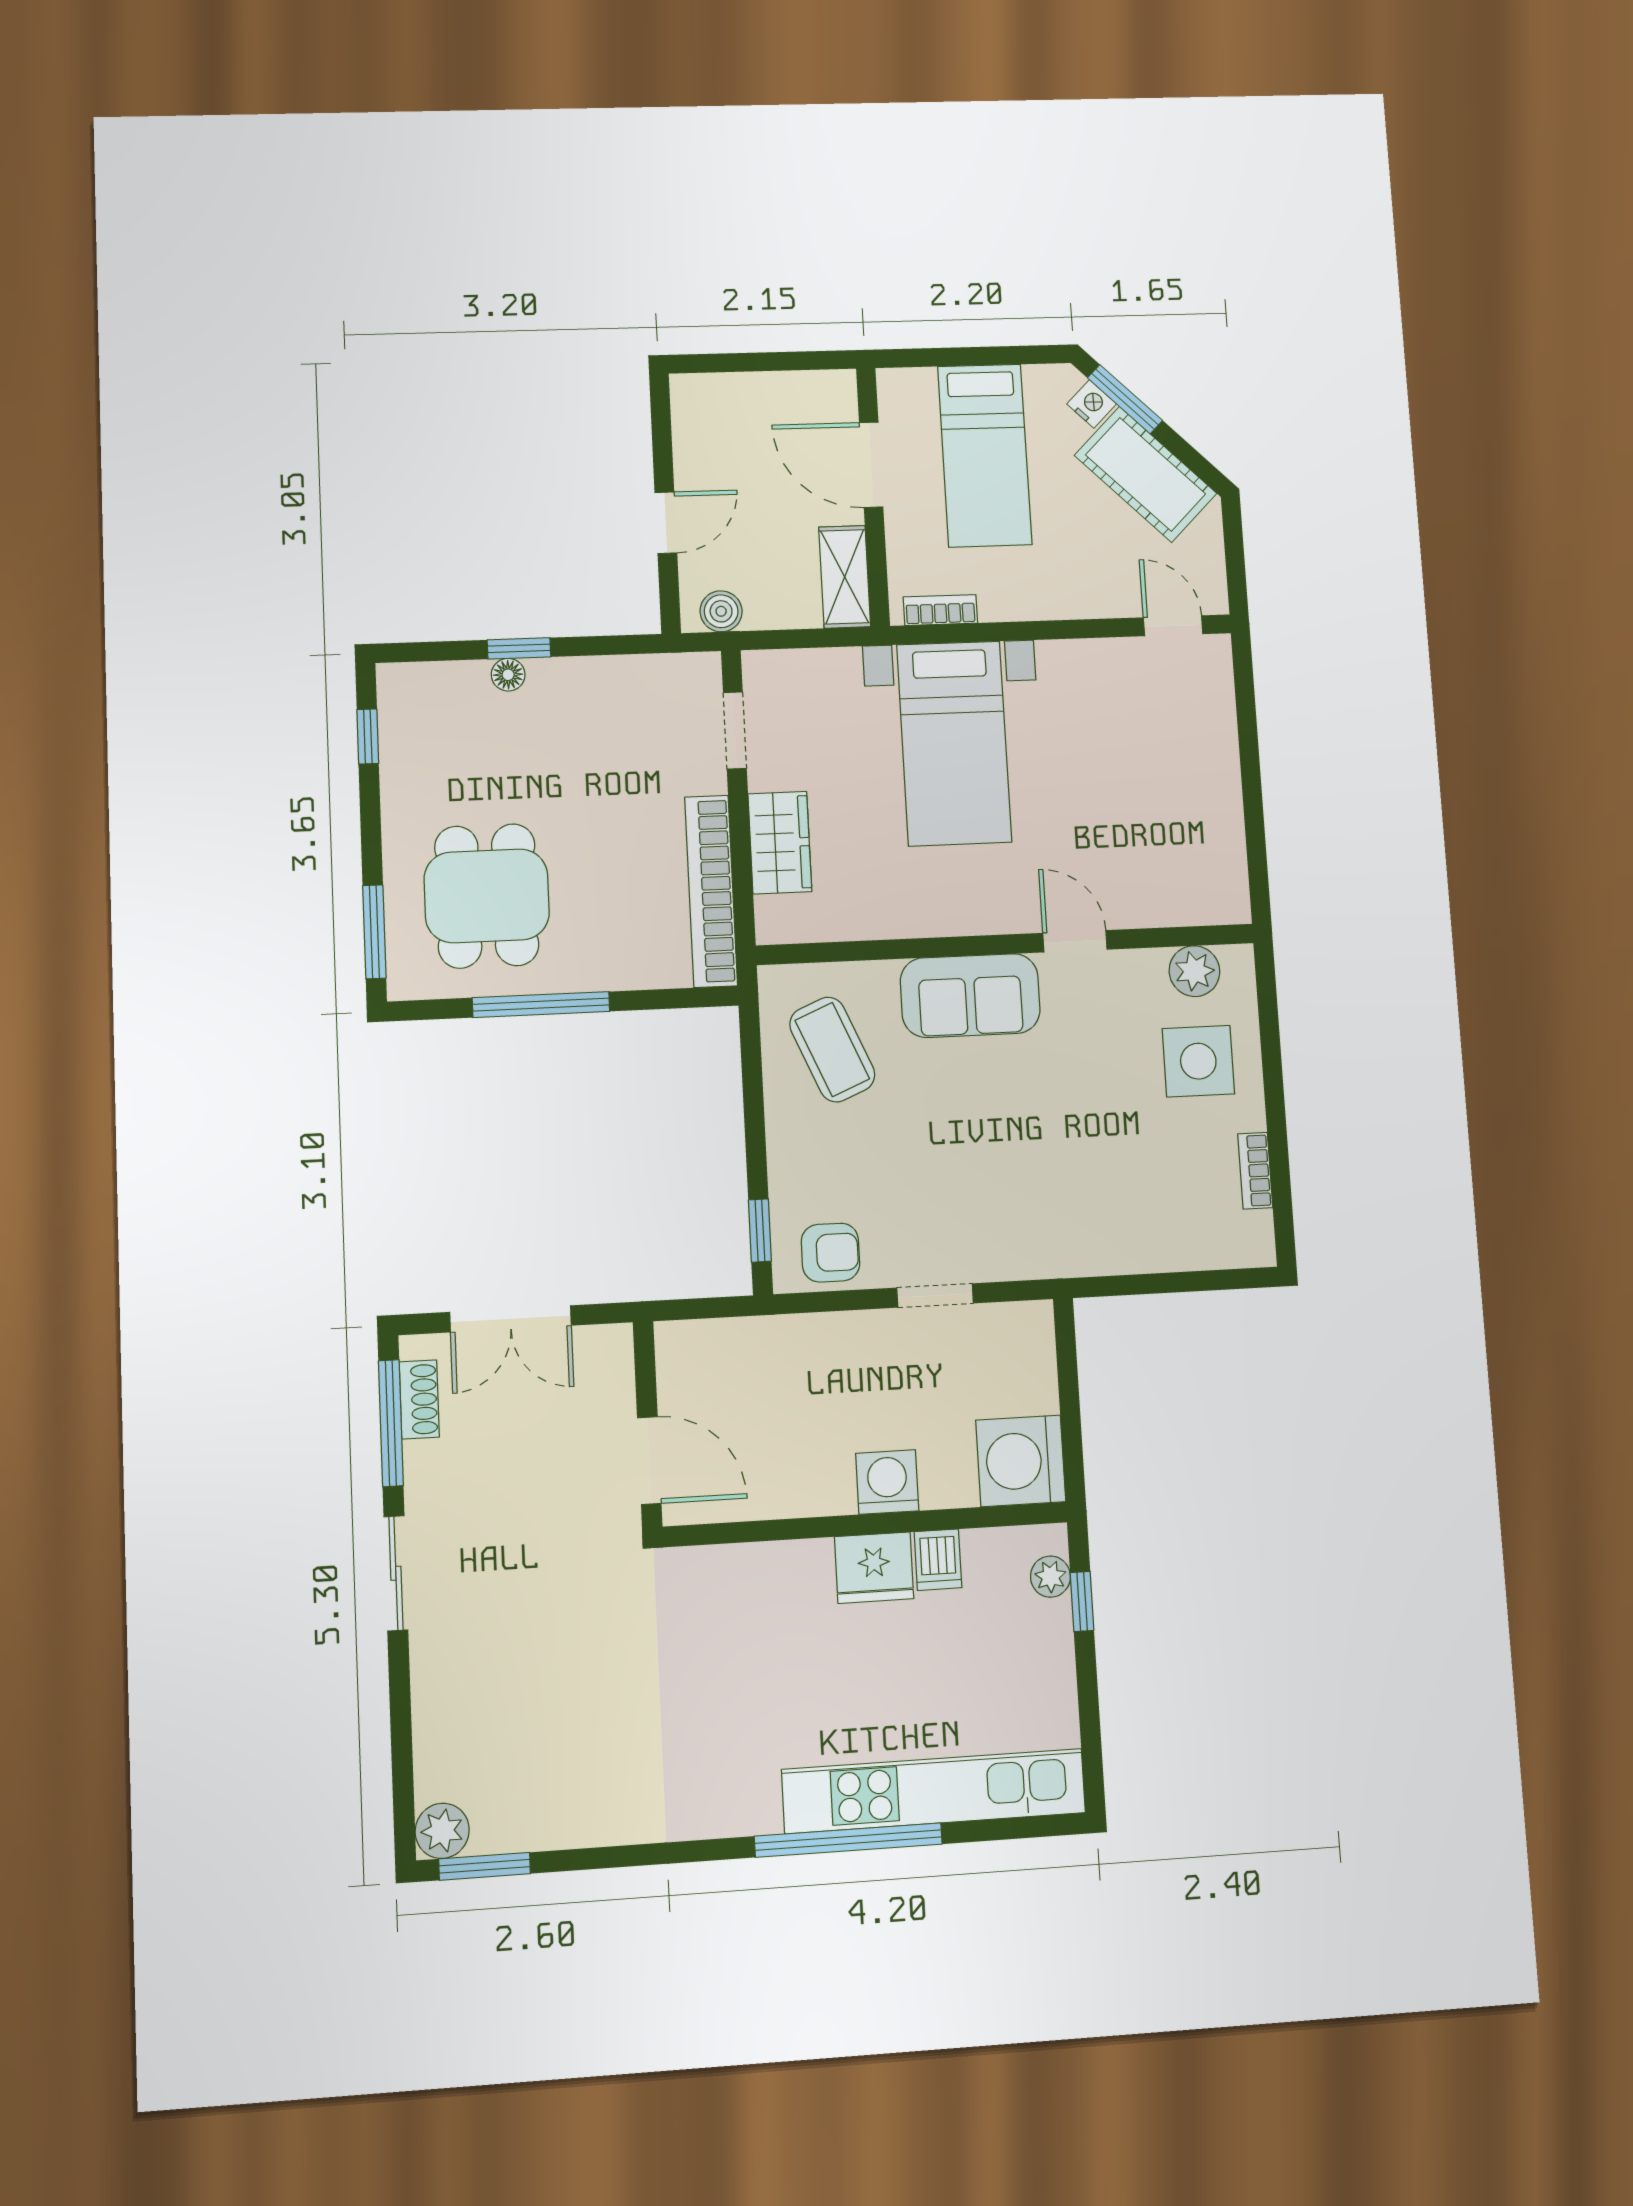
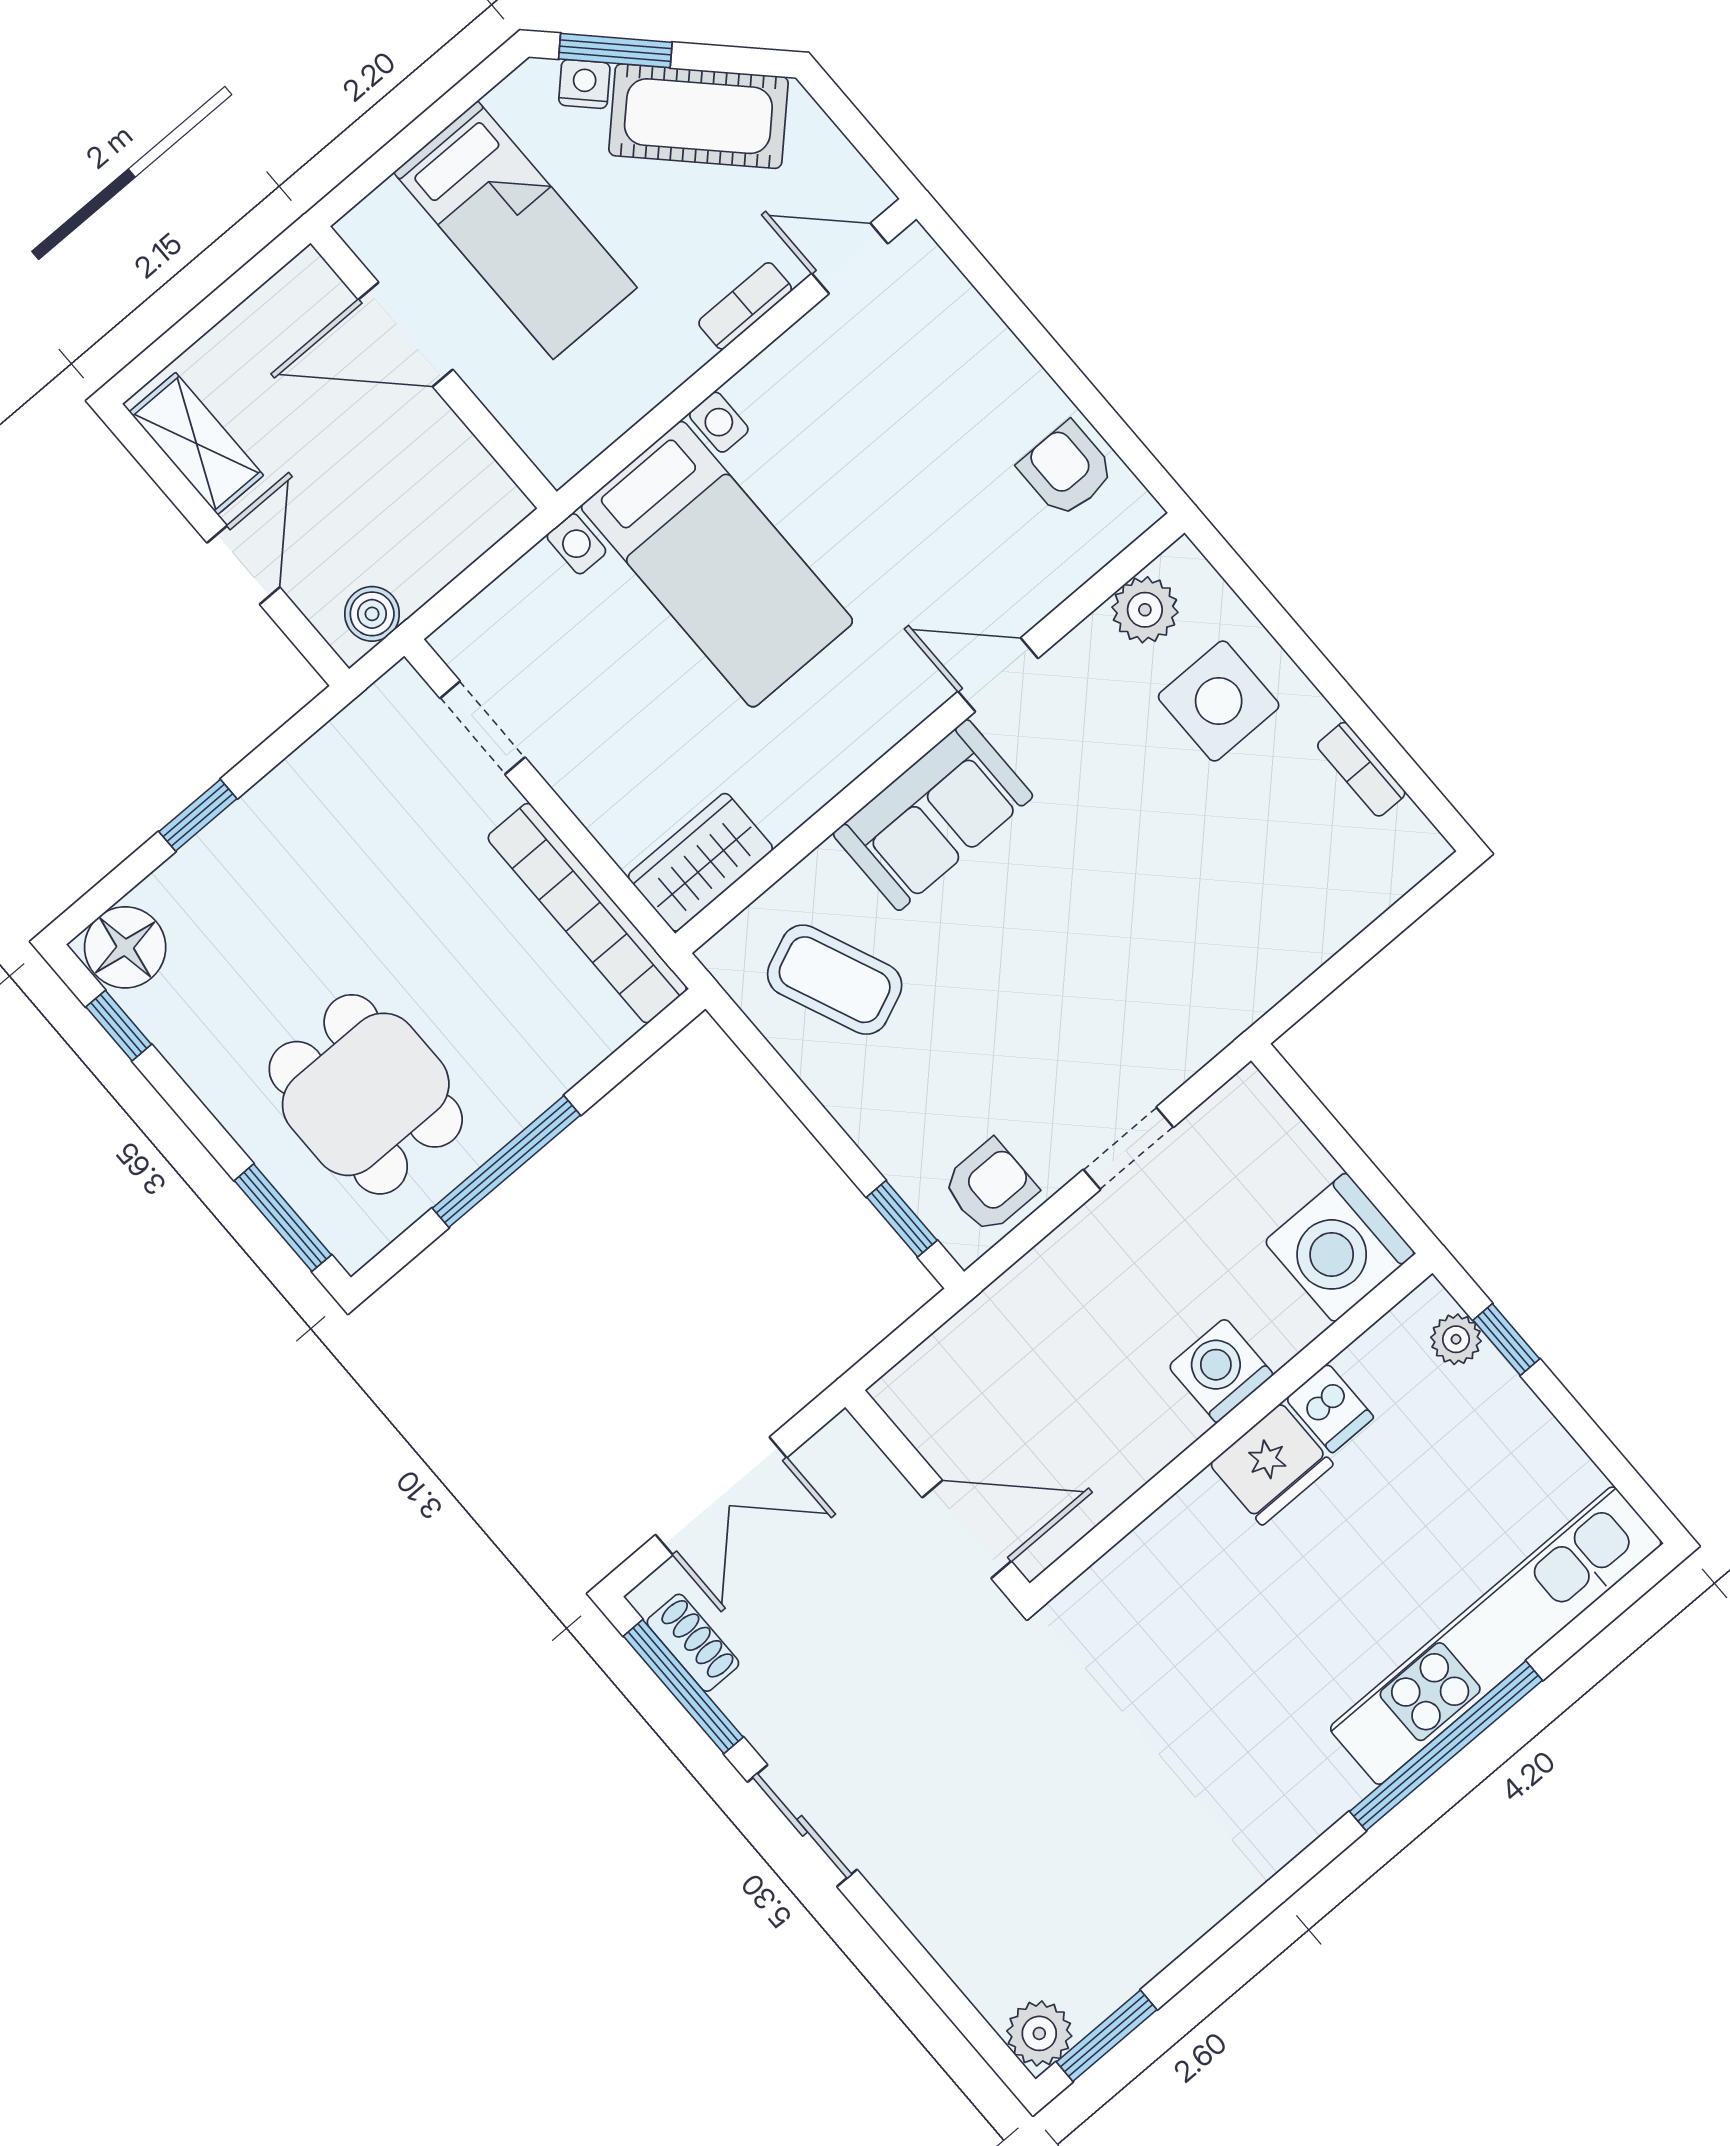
shelving: (845, 577) -> (196, 444), moved
bookcase: (940, 610) -> (745, 306), moved
floor lamp: (508, 675) -> (125, 947), moved, width x1.89, depth x1.89
wardrobe: (780, 843) -> (700, 862), moved, turned -90
armchair: (1210, 850) -> (1067, 470), added

